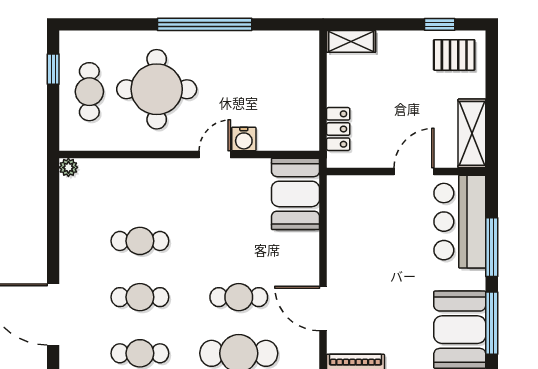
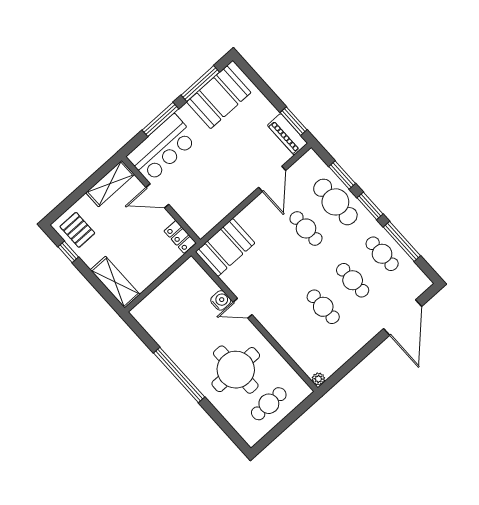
shelving: (351, 41) -> (115, 282), width x1.50, depth x1.33
window: (53, 69) -> (274, 433), removed
locker: (338, 129) -> (180, 237), moved, turned -90

